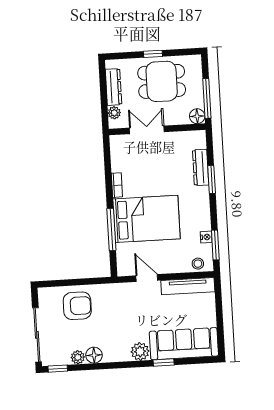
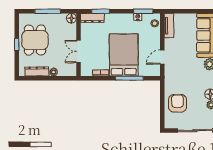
floor lamp: (197, 116) -> (71, 18), moved
wall: (157, 129) -> (78, 45), moved
double door: (147, 130) -> (78, 51), moved
tv unit: (188, 286) -> (169, 26), width x0.71

